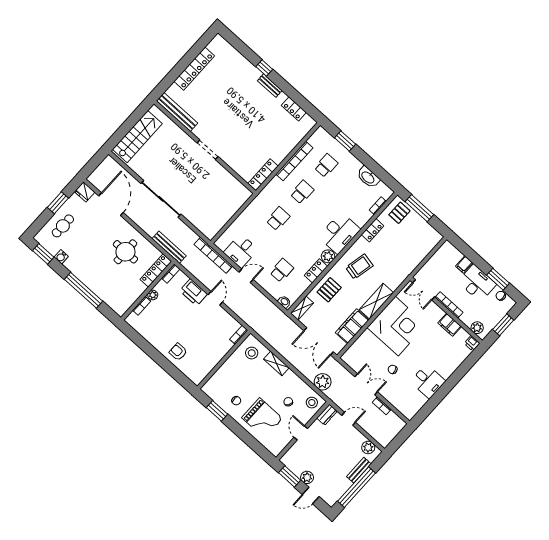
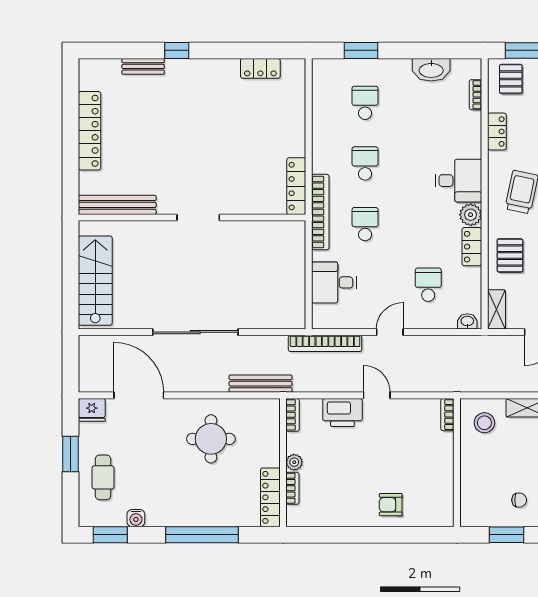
bench: (270, 86) -> (143, 66), moved
bookcase: (294, 161) -> (320, 212), moved
desk: (339, 233) -> (458, 181), width x0.73
desk: (241, 251) -> (334, 282), moved, turned 90
locker: (156, 270) -> (270, 497), moved

